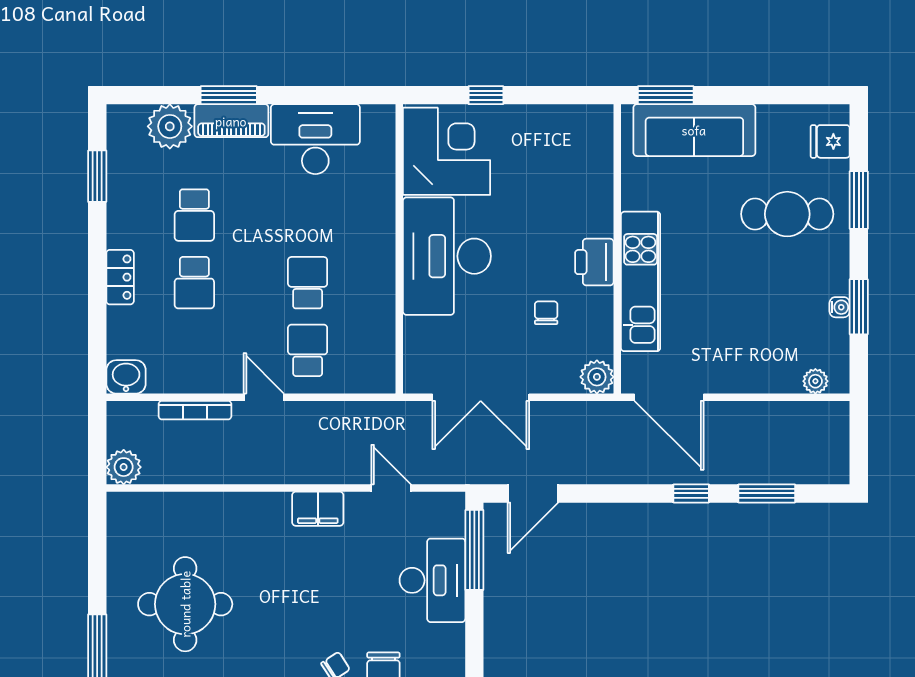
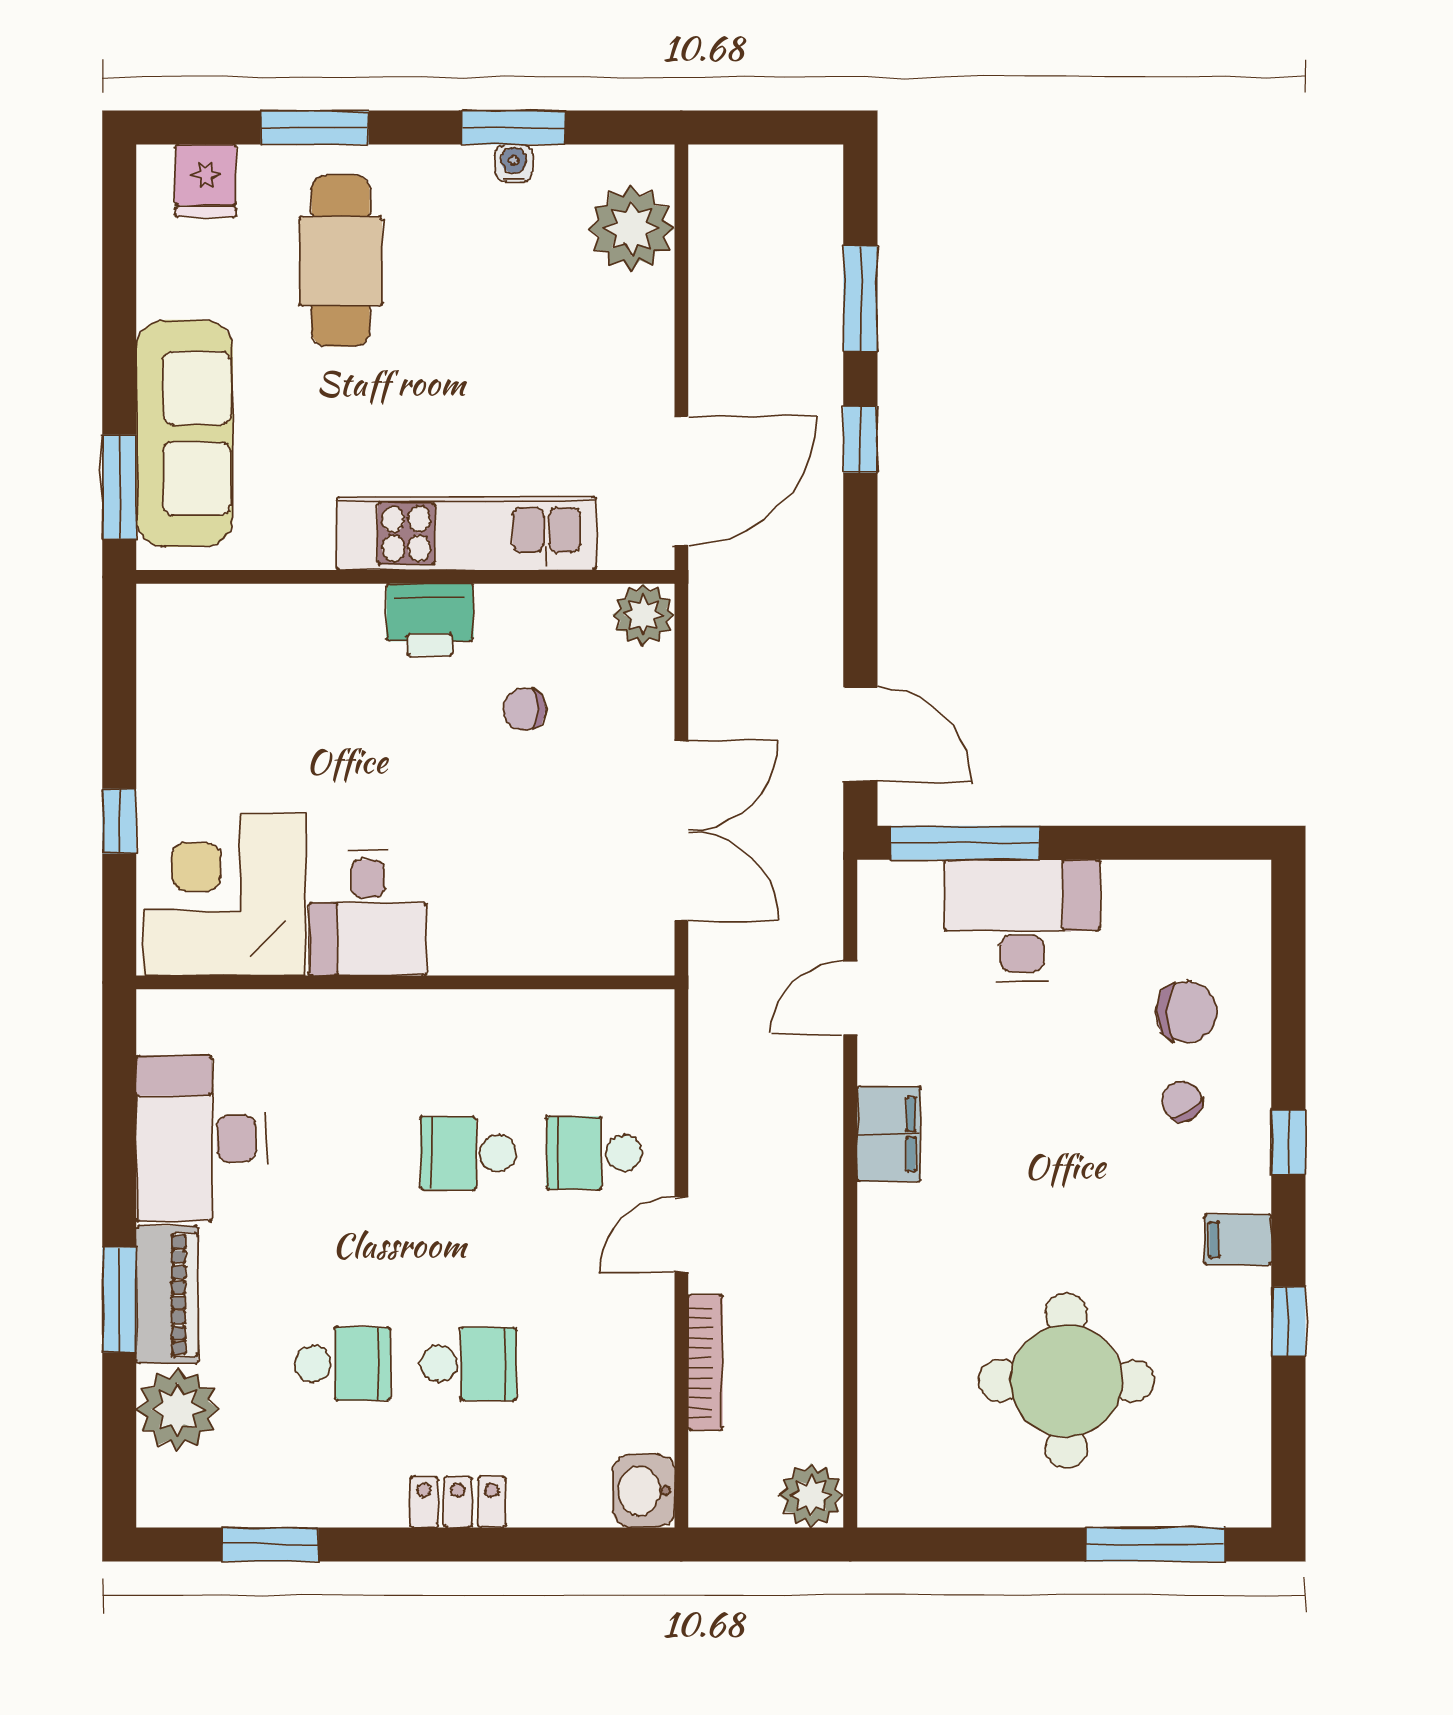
desk: (447, 256) -> (368, 913), width x0.53, depth x0.77
plant: (815, 381) -> (631, 228), width x1.87, depth x1.87

